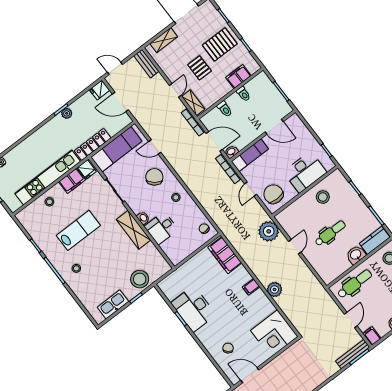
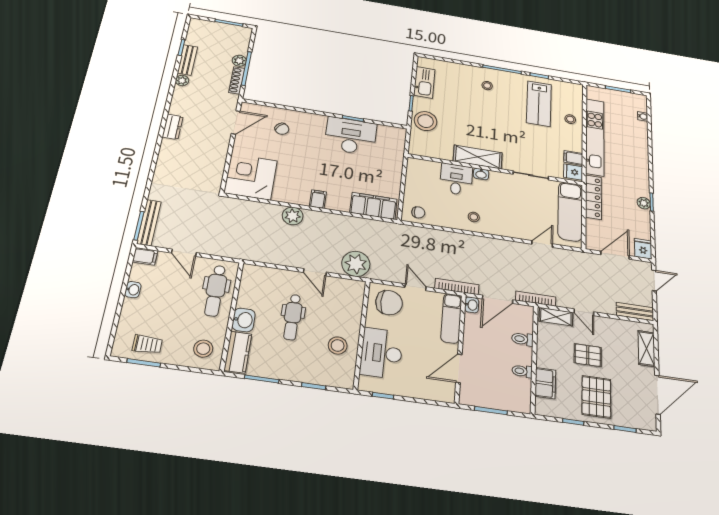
chair: (154, 177) -> (512, 218), removed
filing cabinet: (72, 181) -> (573, 158), width x0.50
lab bench: (78, 230) -> (539, 104), moved

